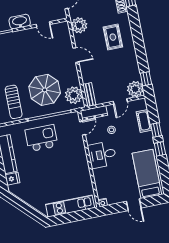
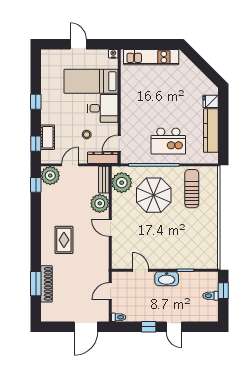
plant: (79, 25) -> (100, 203), moved
window: (156, 130) -> (36, 144), moved
bed: (147, 174) -> (91, 81), moved, turned 90

